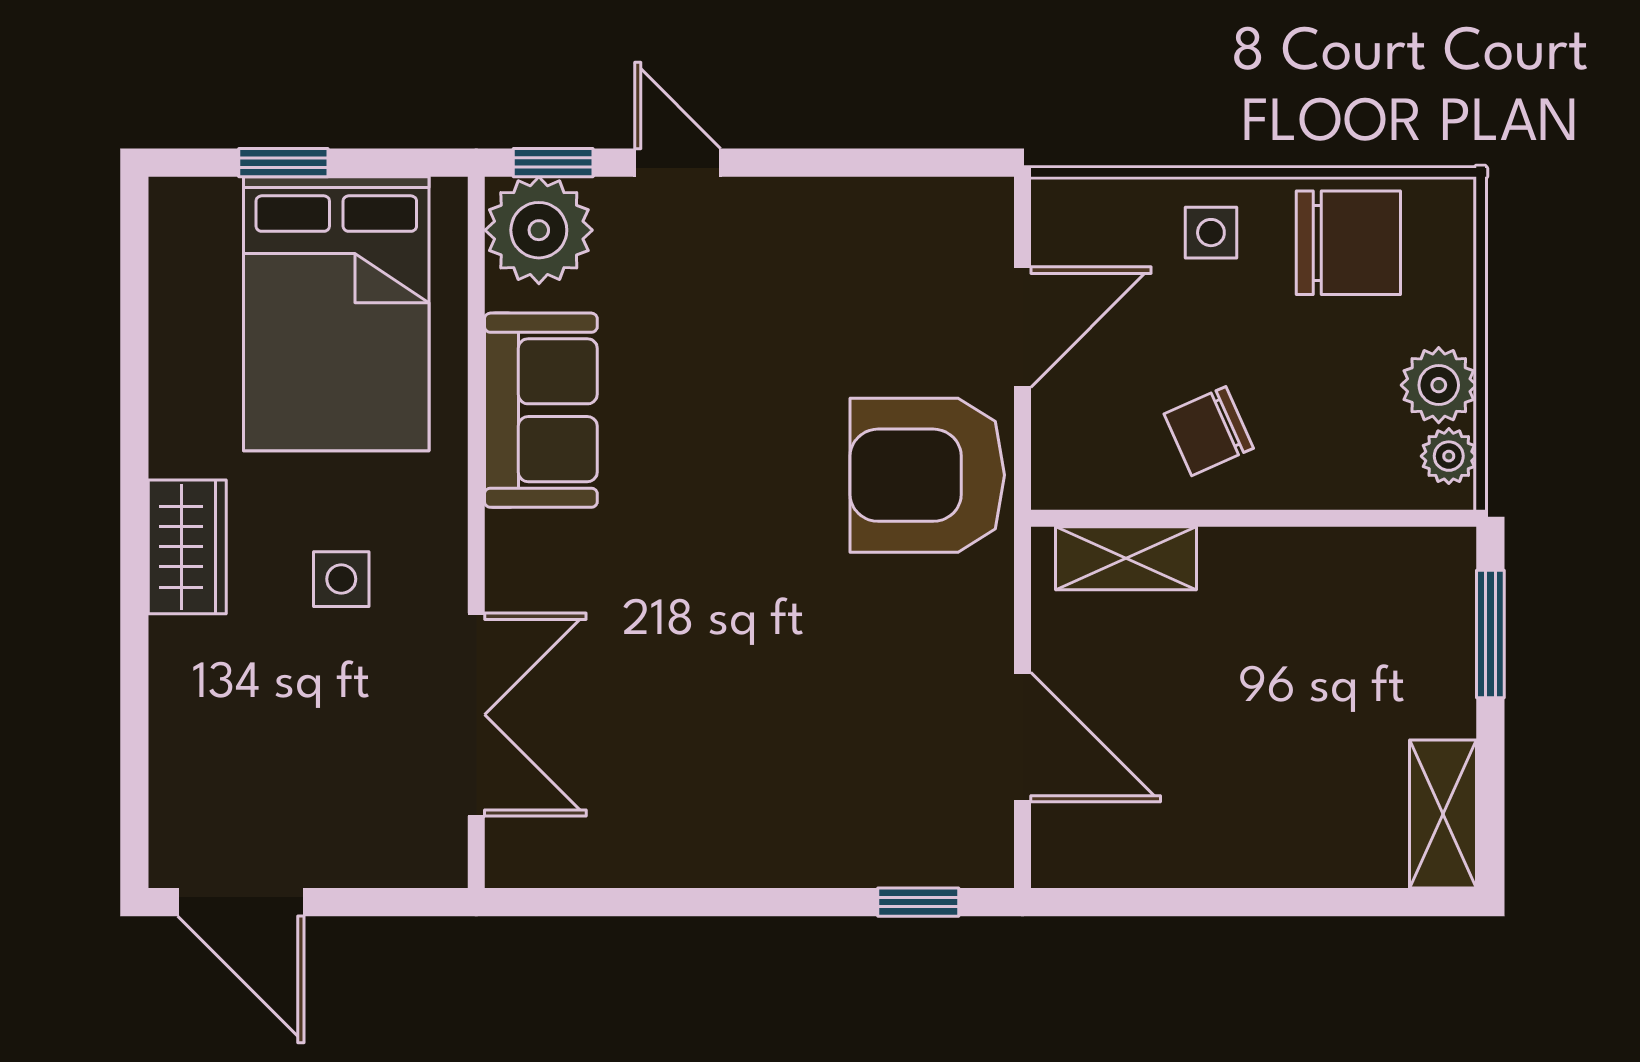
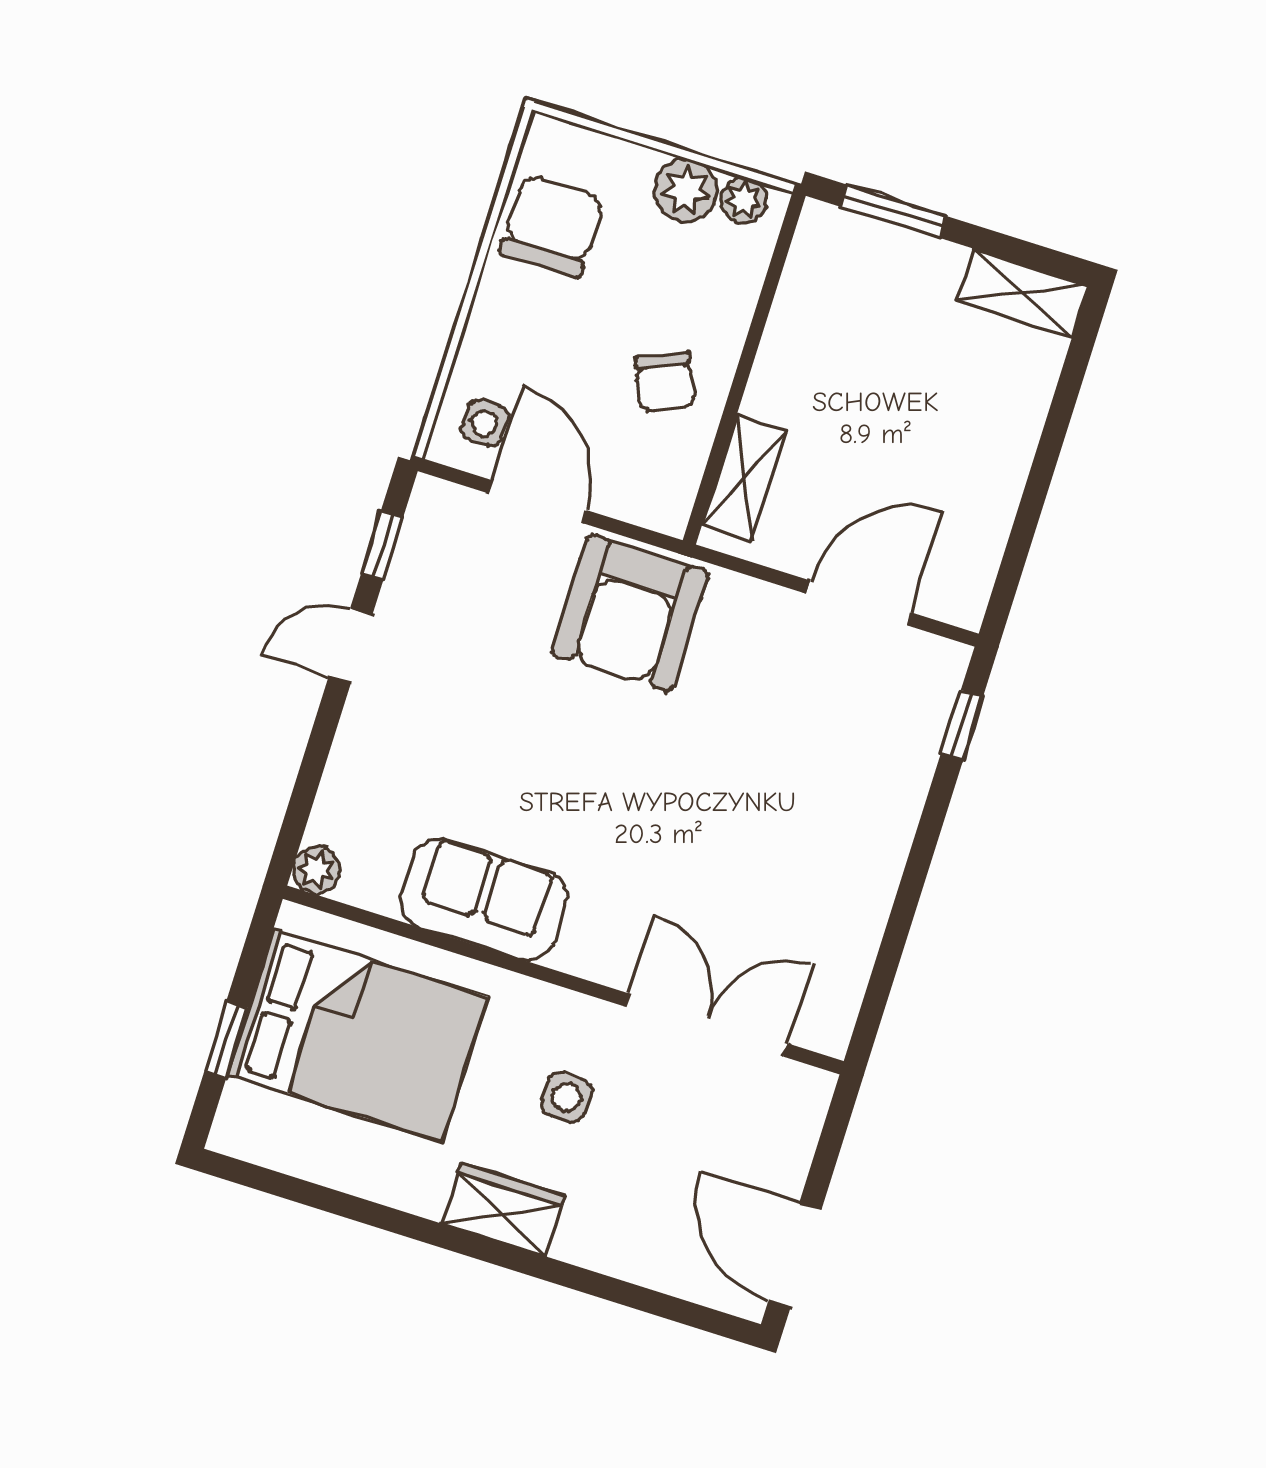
window: (553, 163) -> (382, 545), moved
door: (678, 163) -> (351, 646), moved
plant: (539, 230) -> (317, 870), width x0.53, depth x0.53
side table: (1211, 233) -> (484, 423), moved
door: (241, 902) -> (795, 1256), swing flipped

